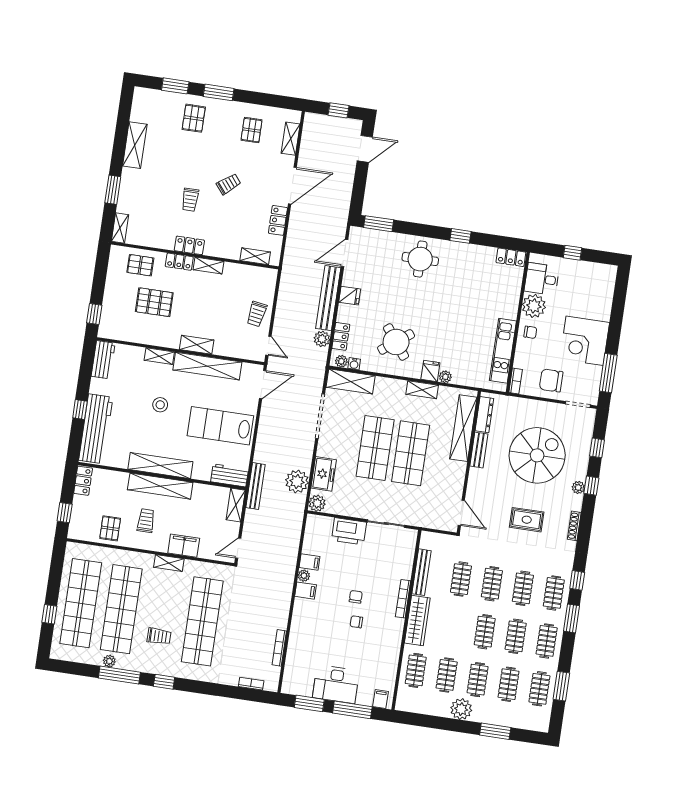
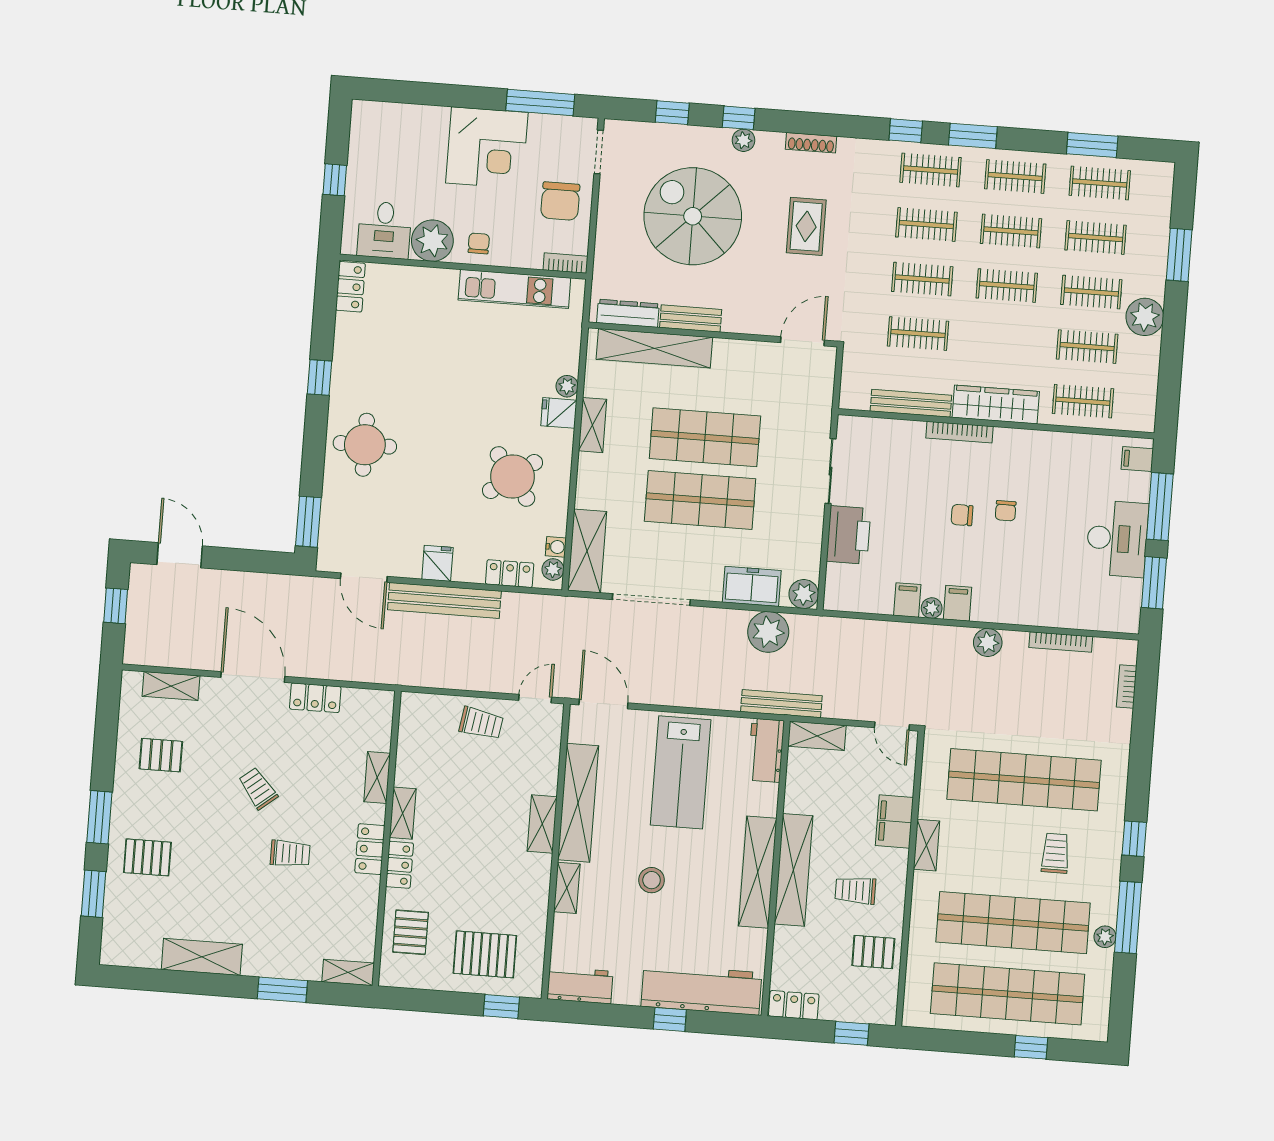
shelving: (255, 256) -> (377, 777), moved
pallet: (154, 302) -> (485, 954), moved, turned 90
plant: (322, 339) -> (988, 642), moved

